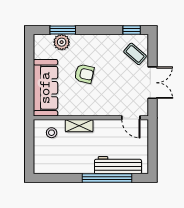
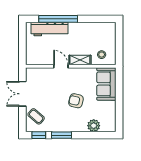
window: (63, 30) -> (61, 135), moved
sofa: (45, 88) -> (106, 84), width x0.73
door: (131, 118) -> (61, 66), moved

